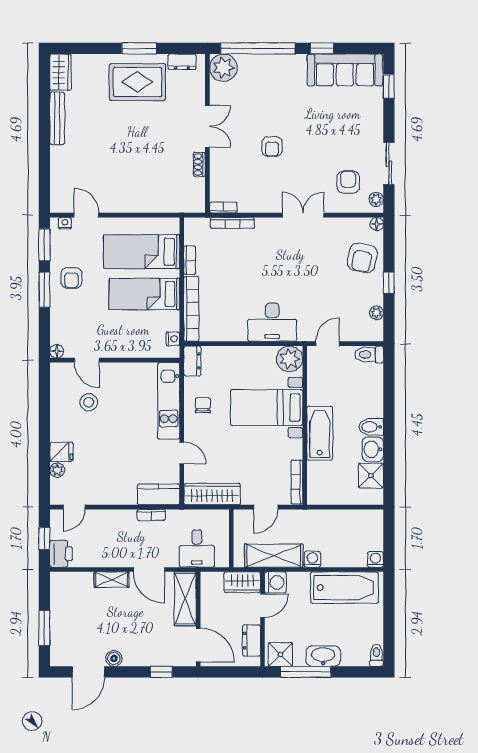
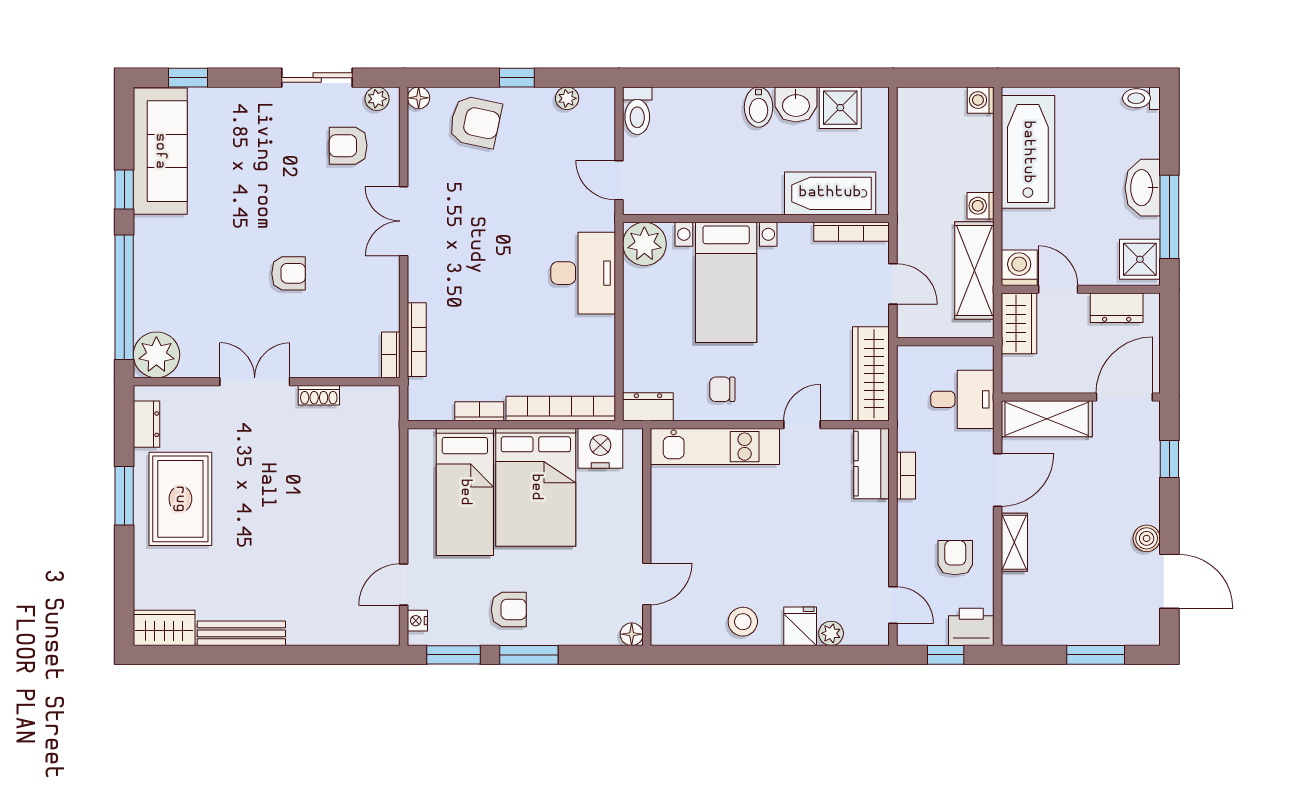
bed: (144, 294) -> (536, 487), width x1.50
nightstand: (173, 339) -> (600, 448), width x1.89, depth x1.79
stool: (89, 402) -> (743, 622), moved
bathtub: (320, 433) -> (830, 193), moved
armchair: (102, 544) -> (955, 558), added

